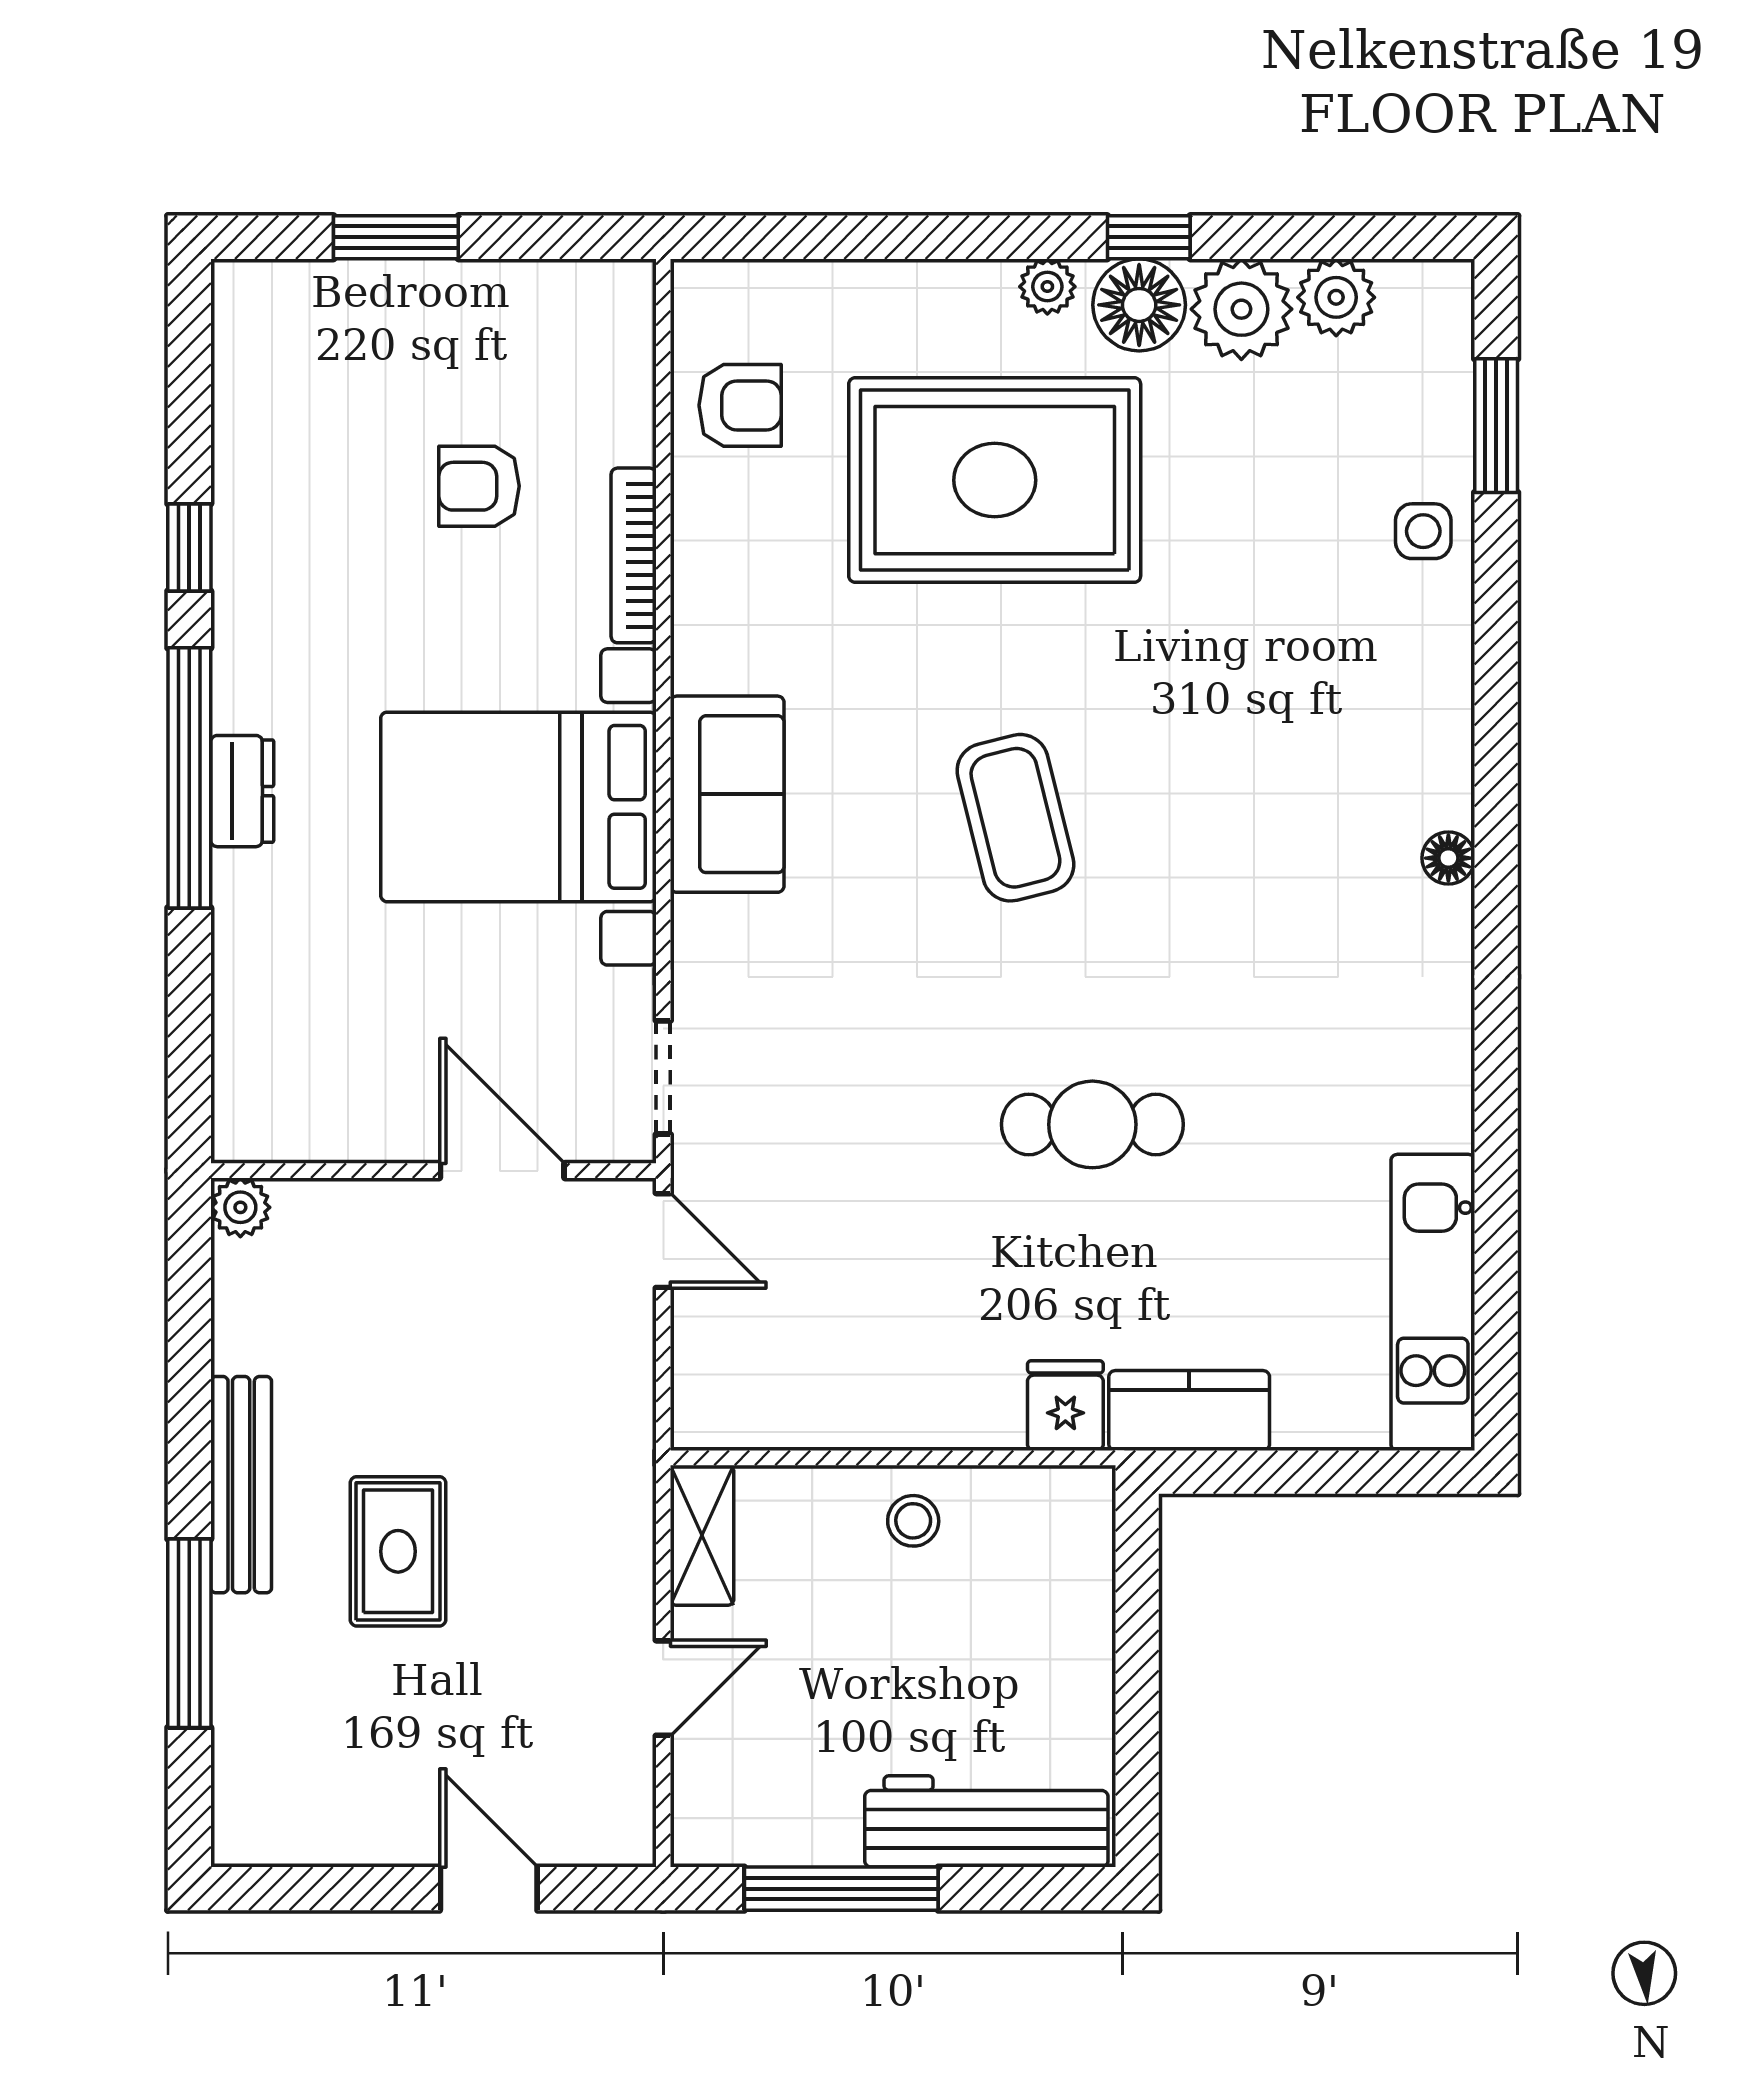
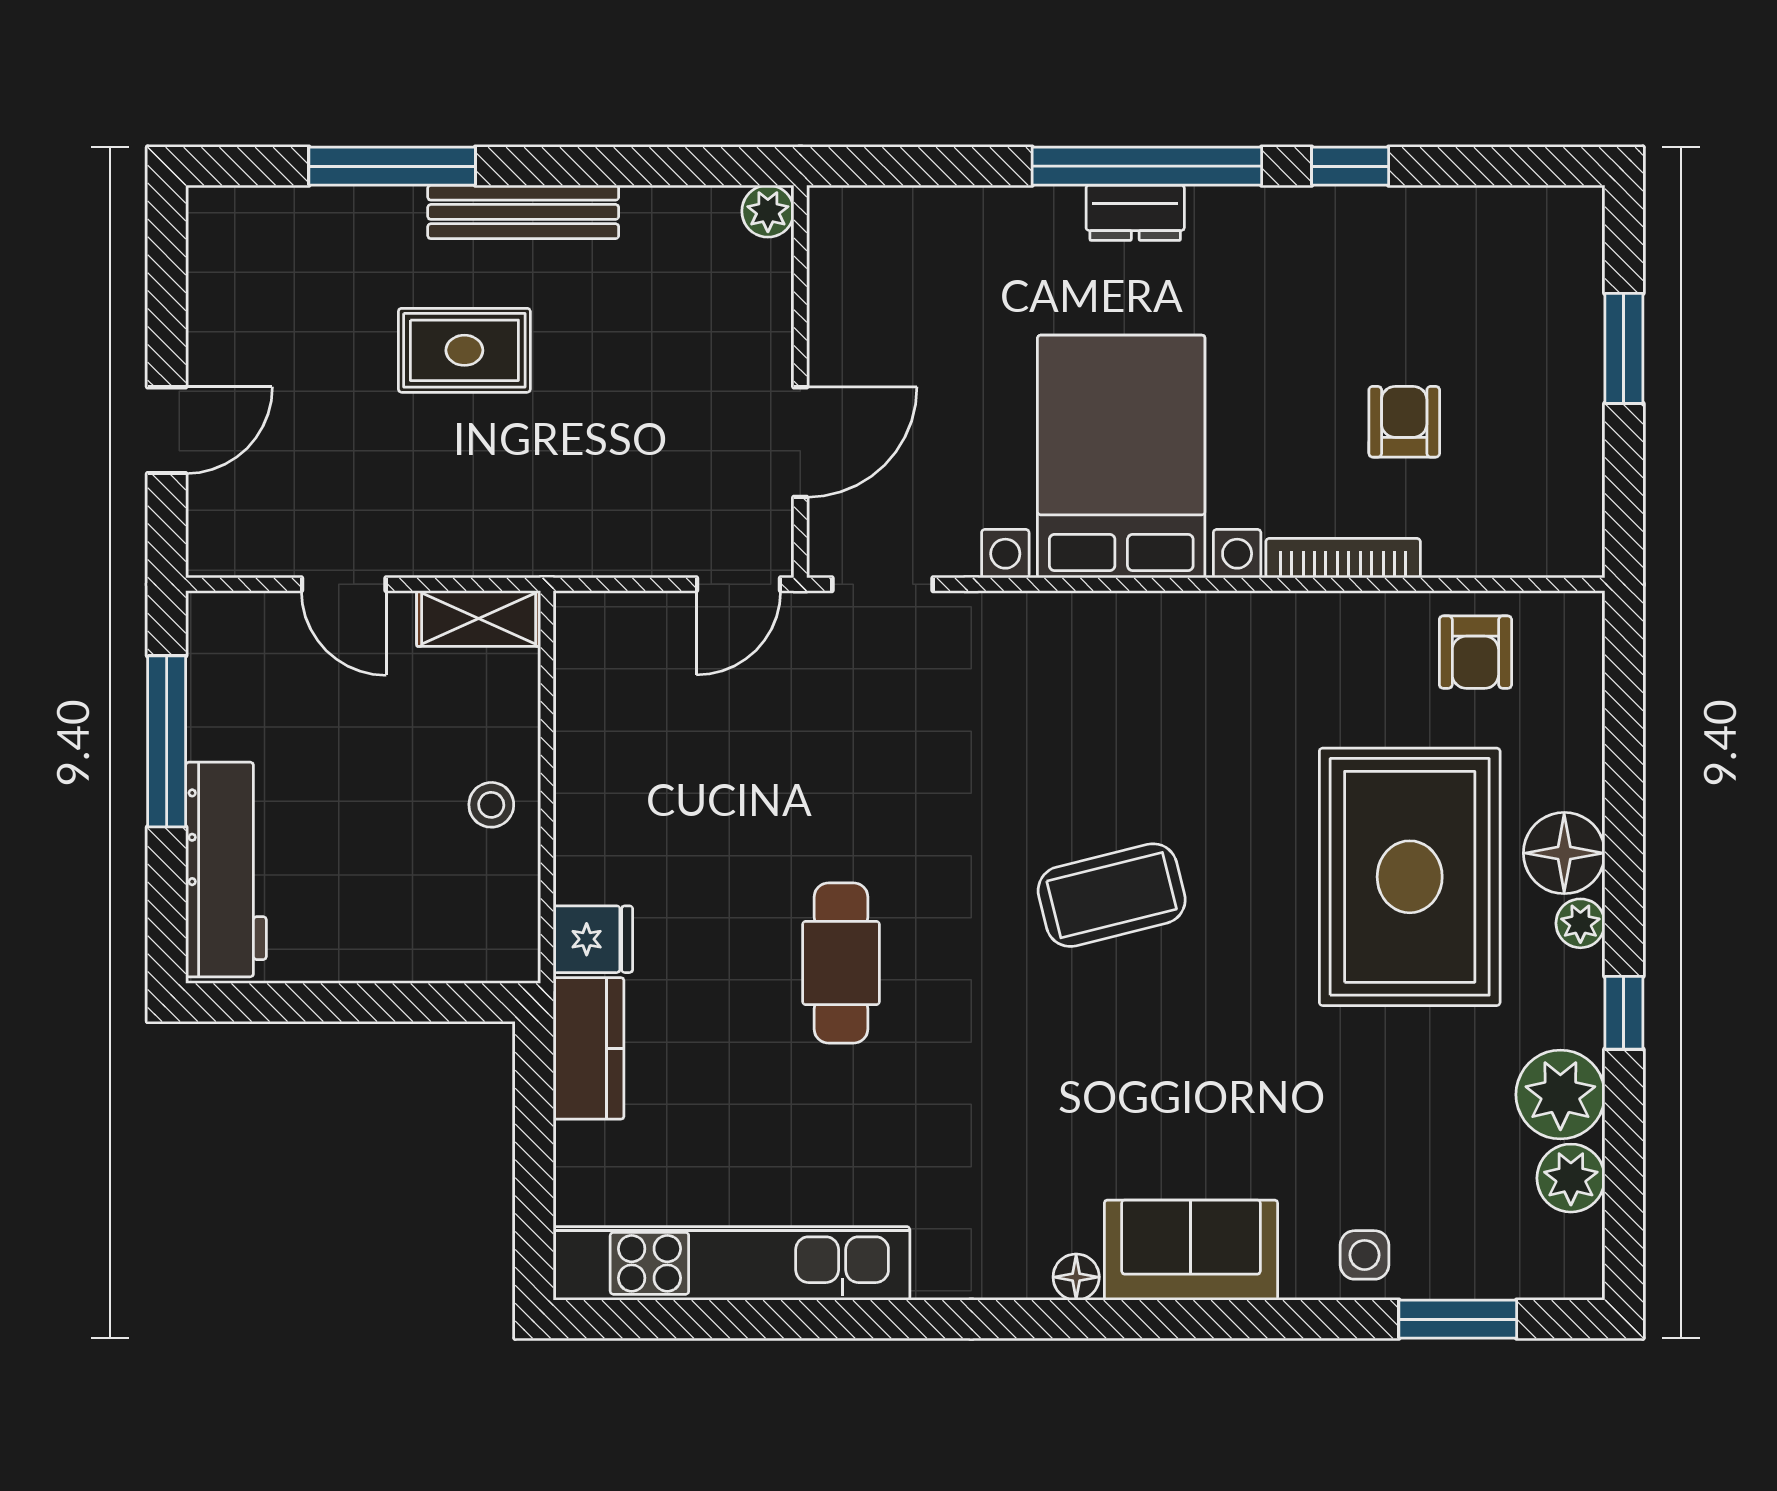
floor lamp: (1139, 305) -> (1564, 853), moved
sofa: (727, 794) -> (1191, 1250), moved, turned 180
kitchen unit: (1433, 1302) -> (732, 1263), width x1.36

